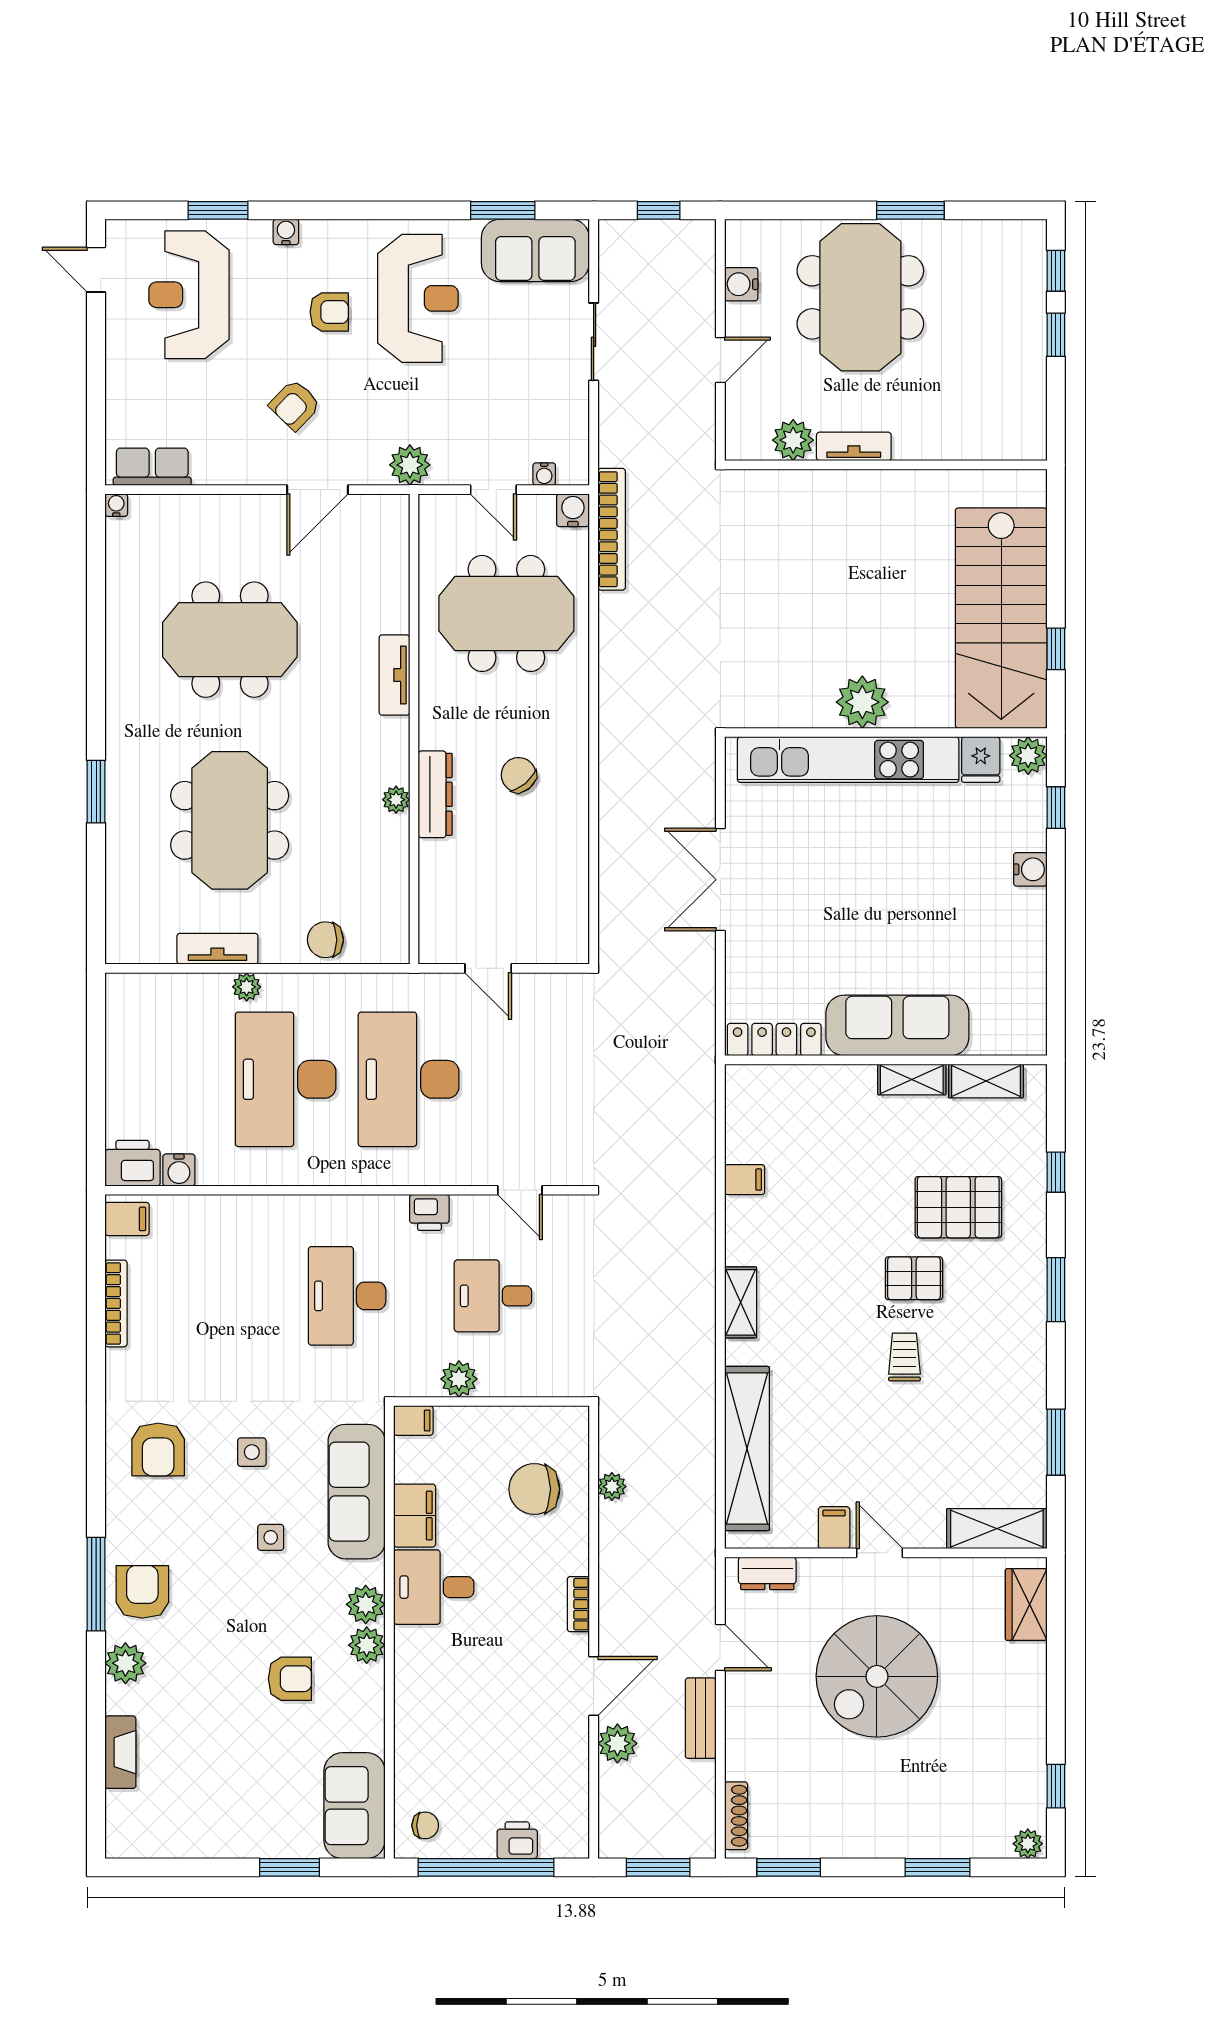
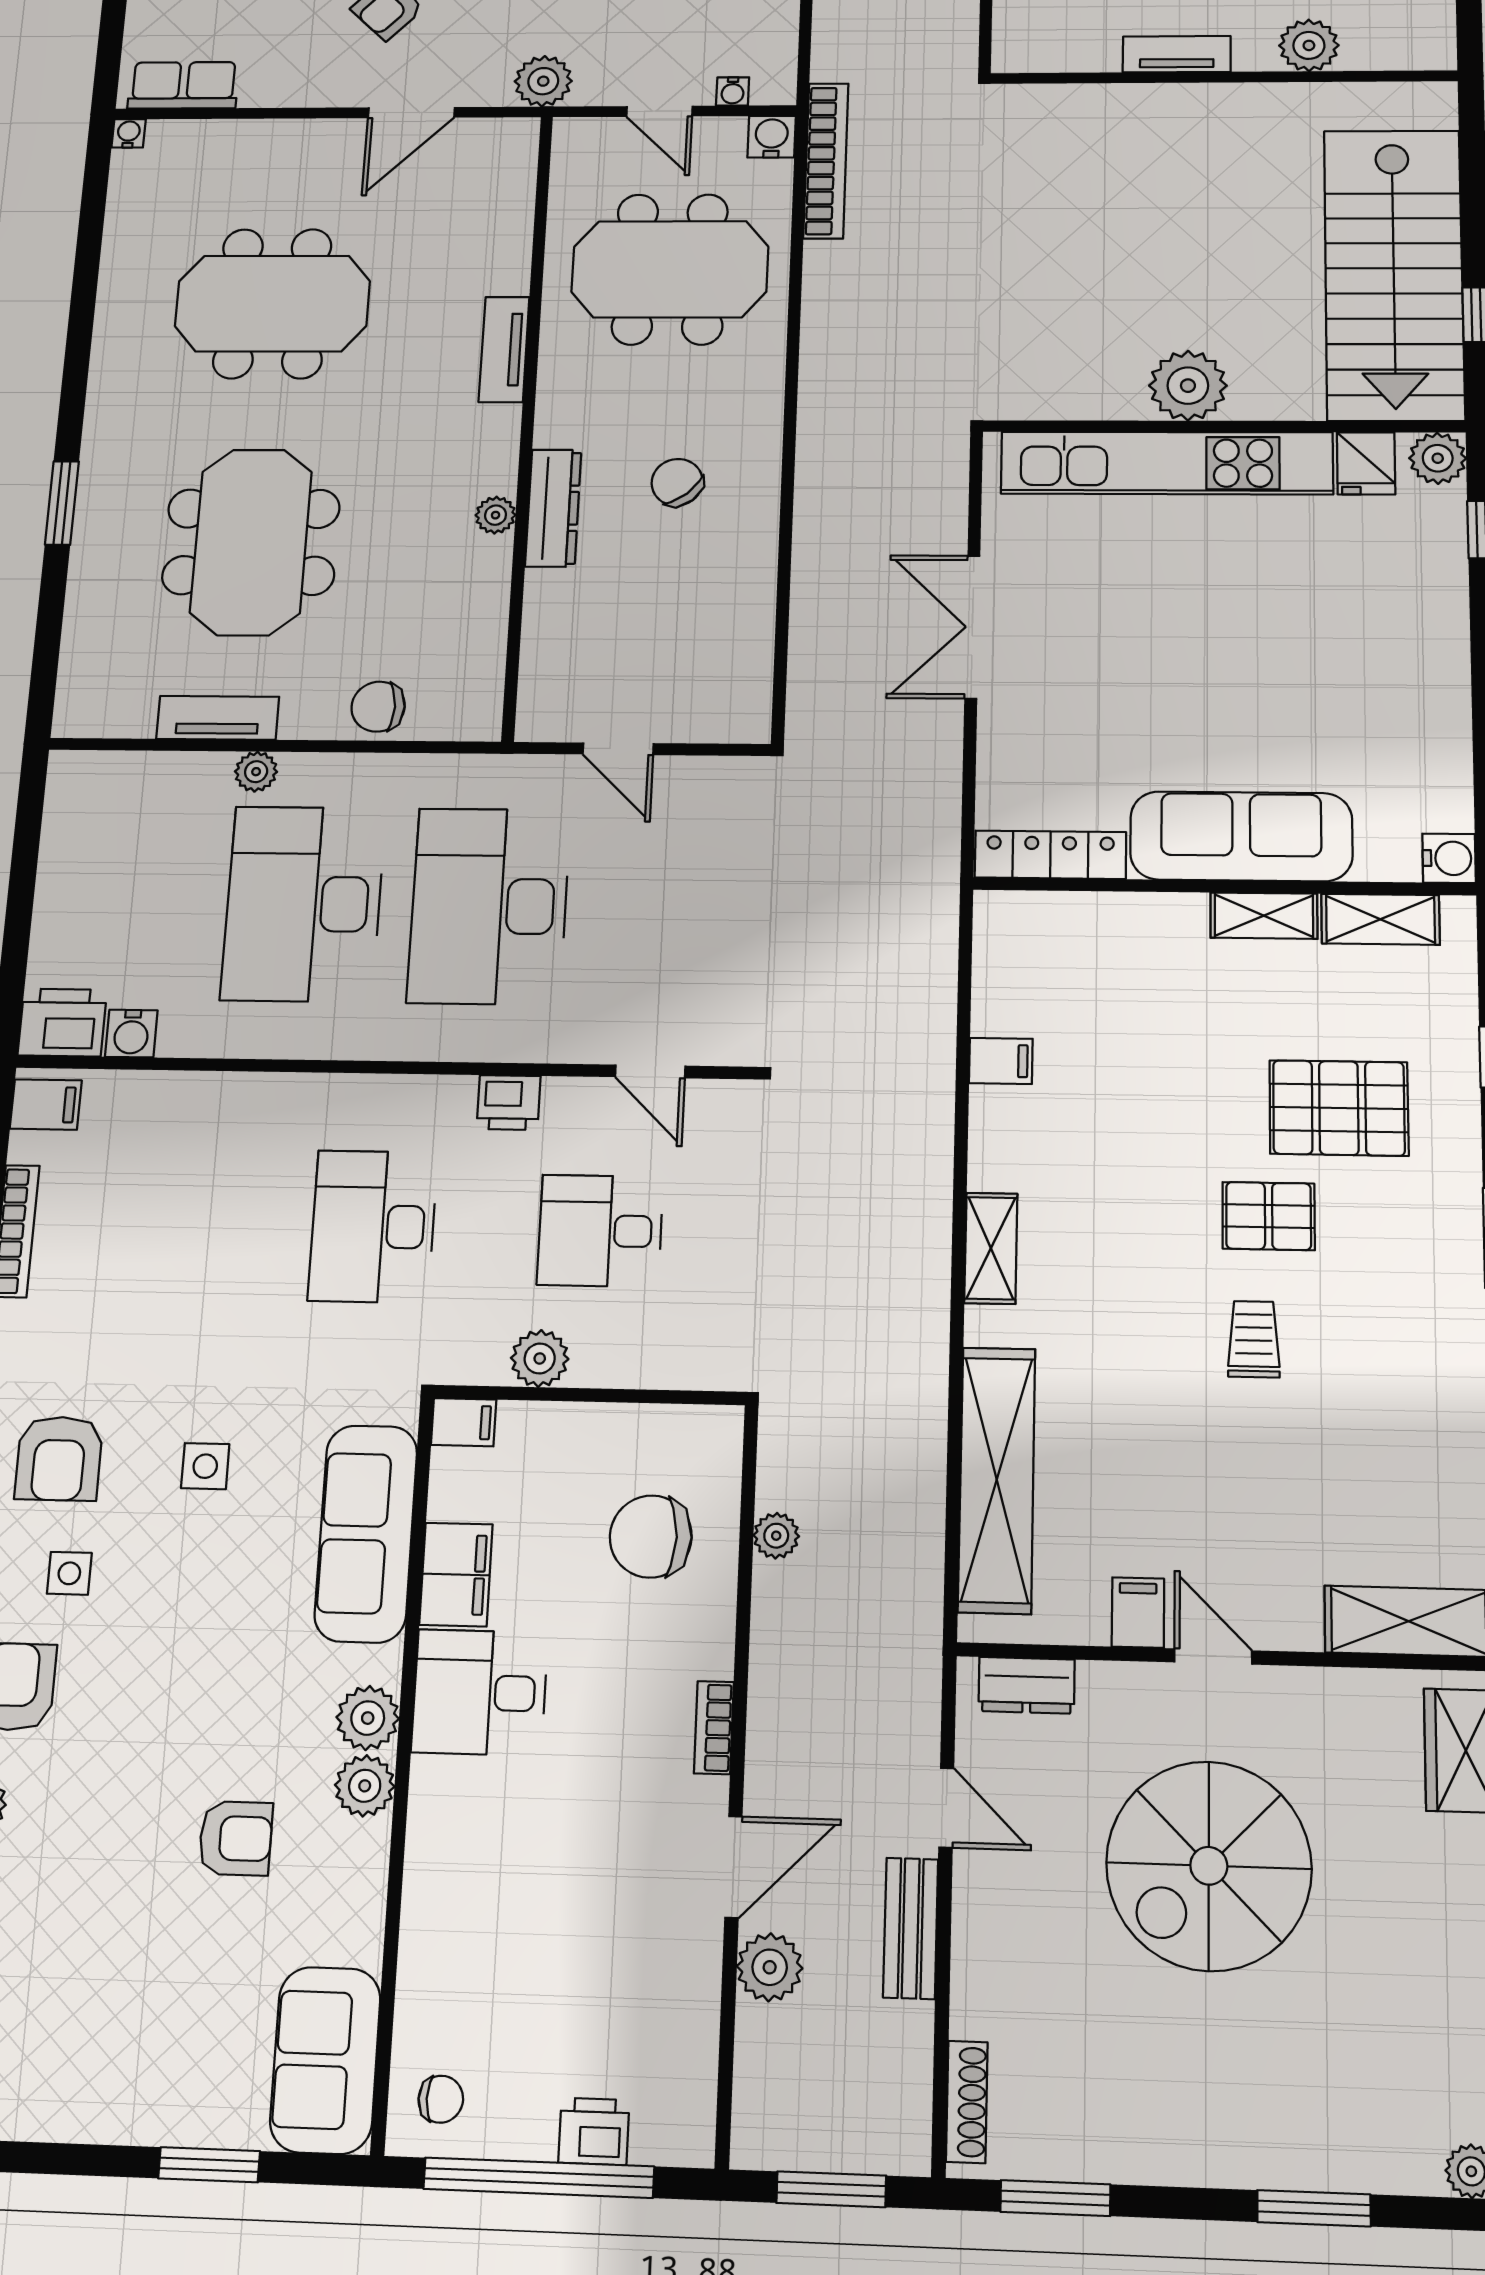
plant: (793, 440) -> (1309, 45), moved
water cooler: (1030, 869) -> (1449, 858), moved
side table: (271, 1537) -> (69, 1573), moved

